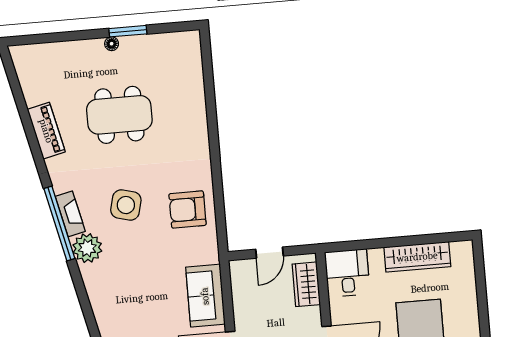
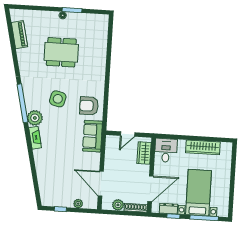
piano: (46, 131) -> (19, 35), moved
fireplace: (70, 214) -> (35, 138), moved
sofa: (205, 296) -> (93, 136), moved

